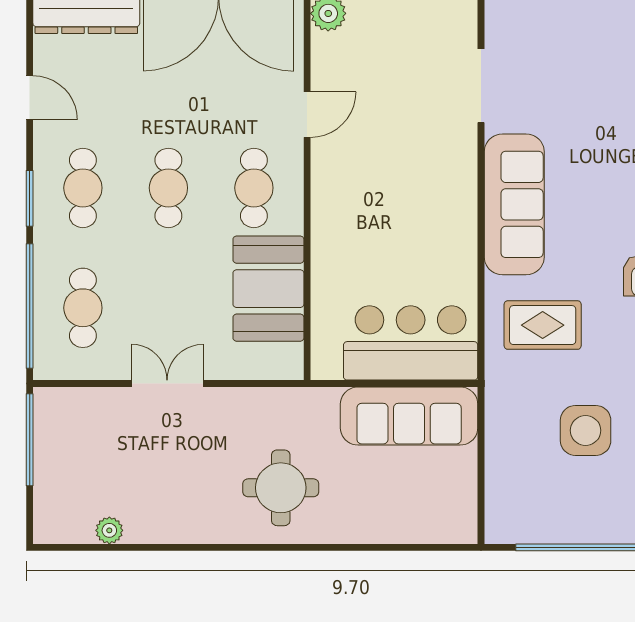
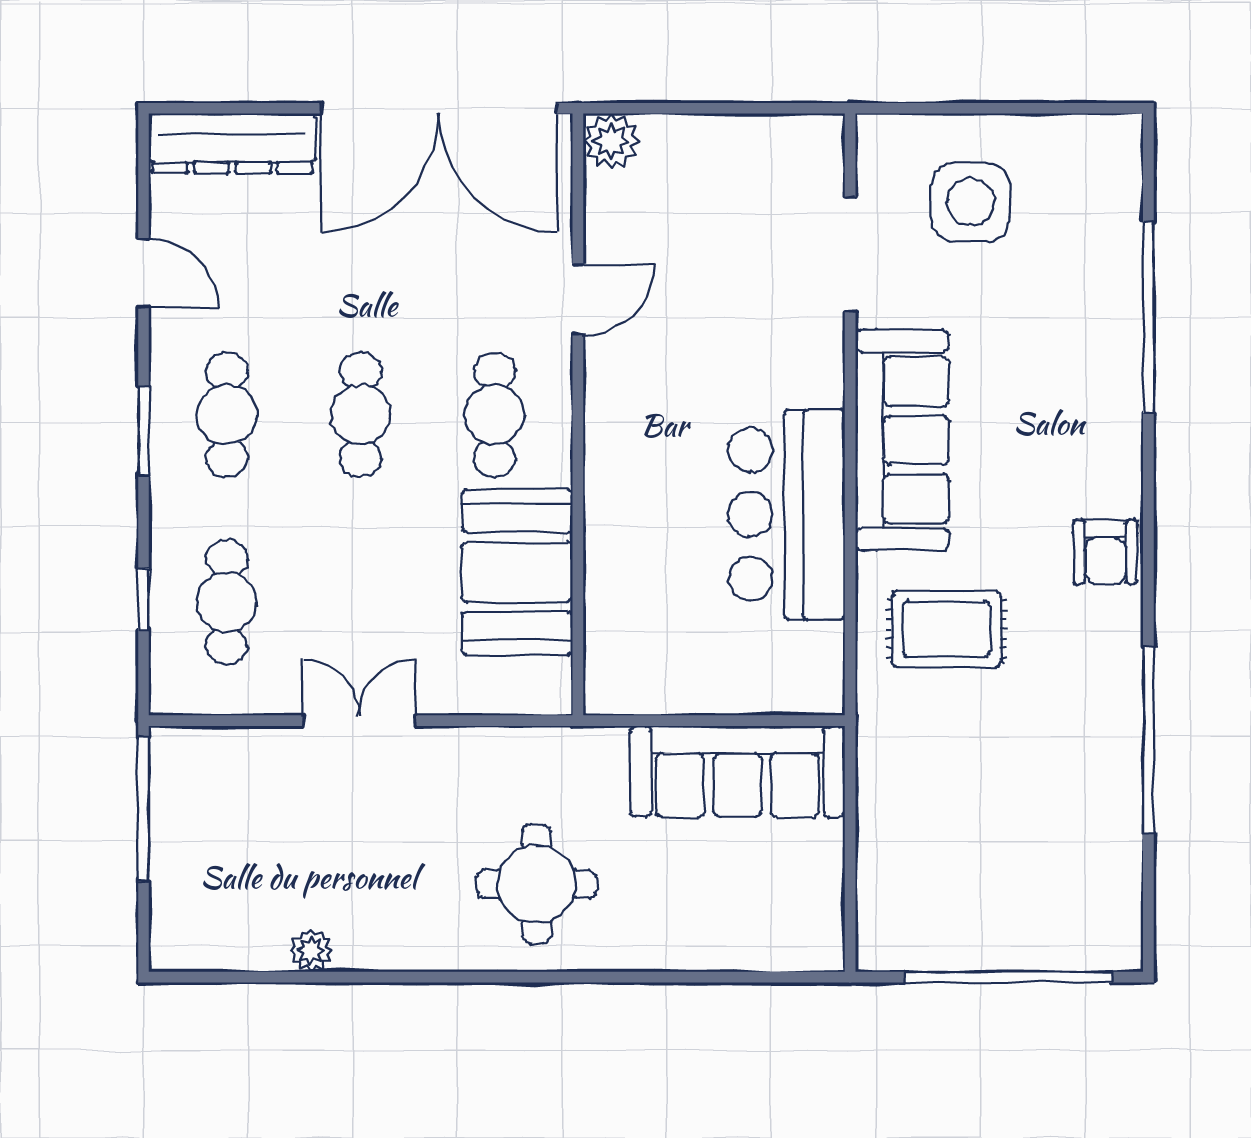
window: (30, 306) -> (144, 599), width x0.32
bar counter: (411, 343) -> (787, 514), moved, turned -90
side table: (586, 430) -> (970, 202), moved
plant: (109, 530) -> (311, 951), moved

